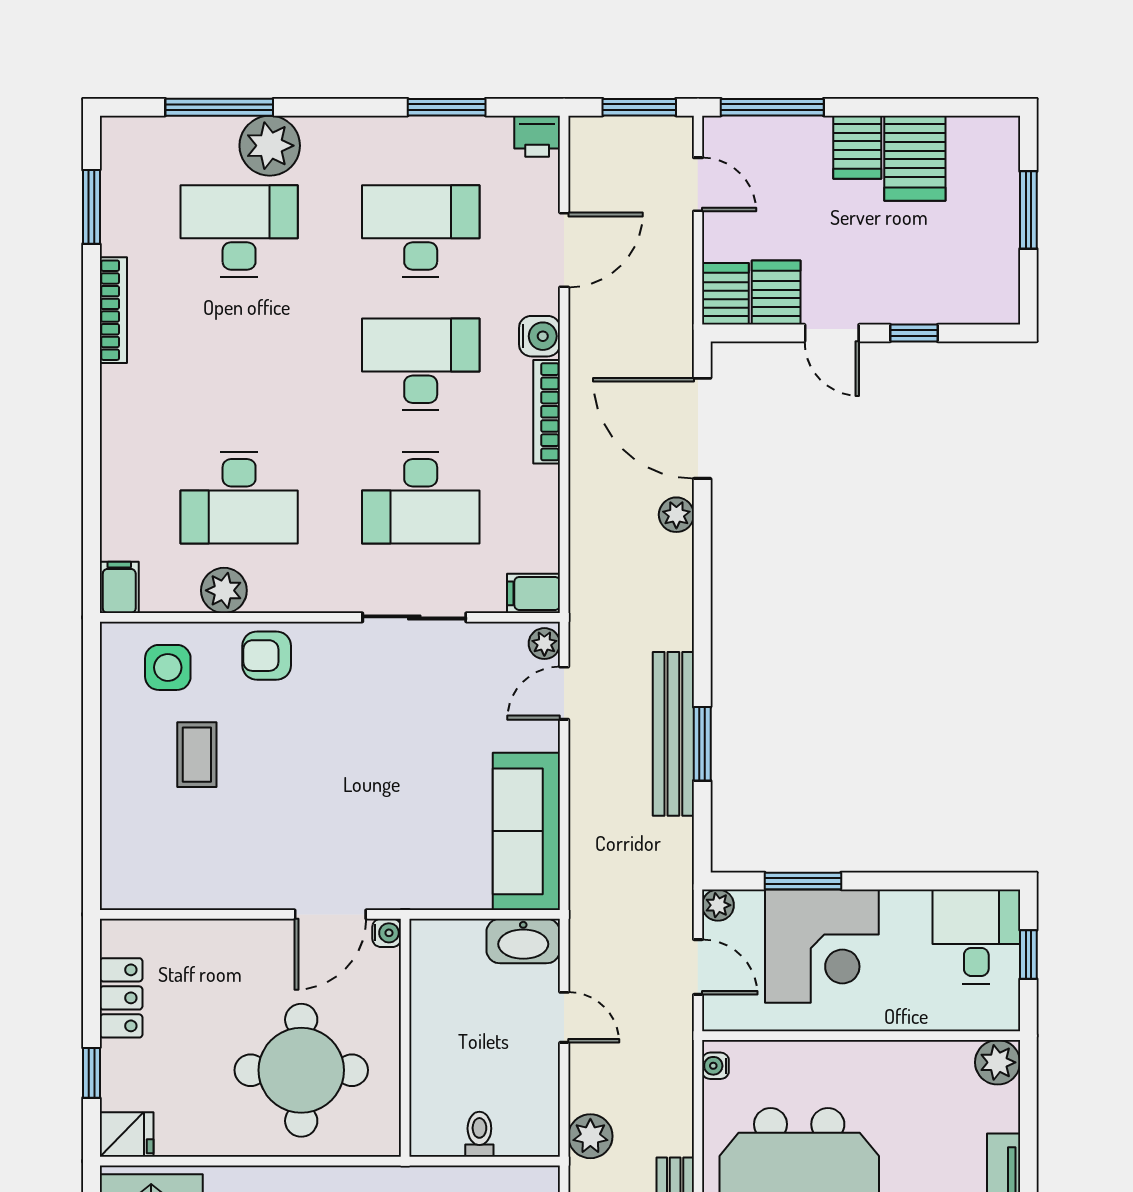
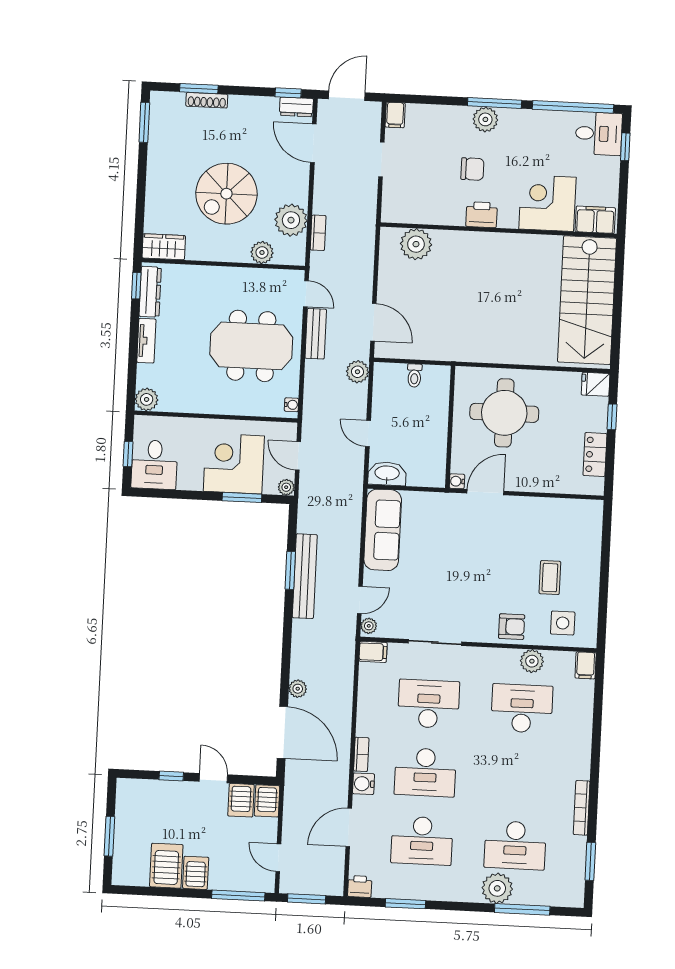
bookcase: (547, 412) -> (361, 754), width x0.64

